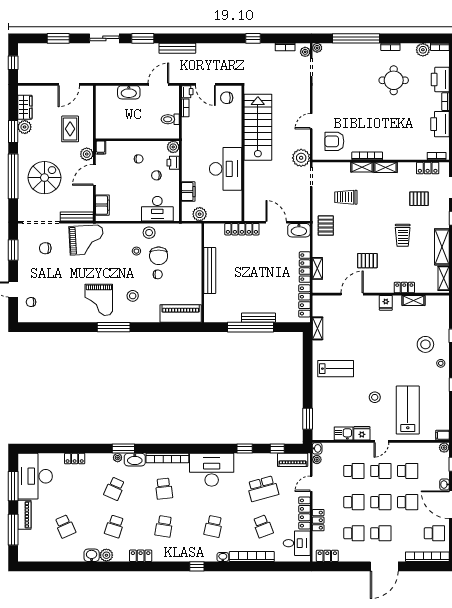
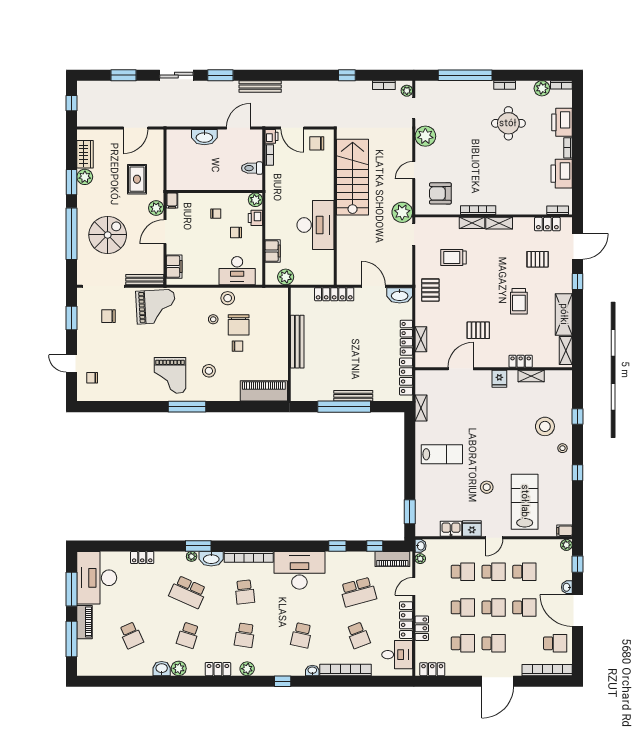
plant: (317, 48) -> (425, 136), moved, width x1.87, depth x1.87
school desk: (114, 489) -> (188, 592), width x1.85
plant: (166, 555) -> (247, 669), added

